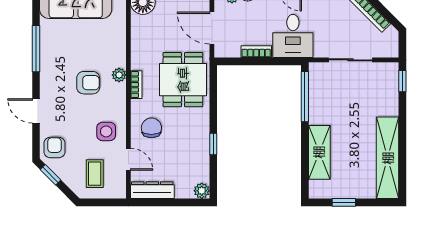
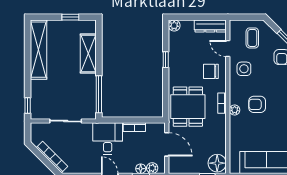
chair: (151, 128) -> (211, 71), turned 90

